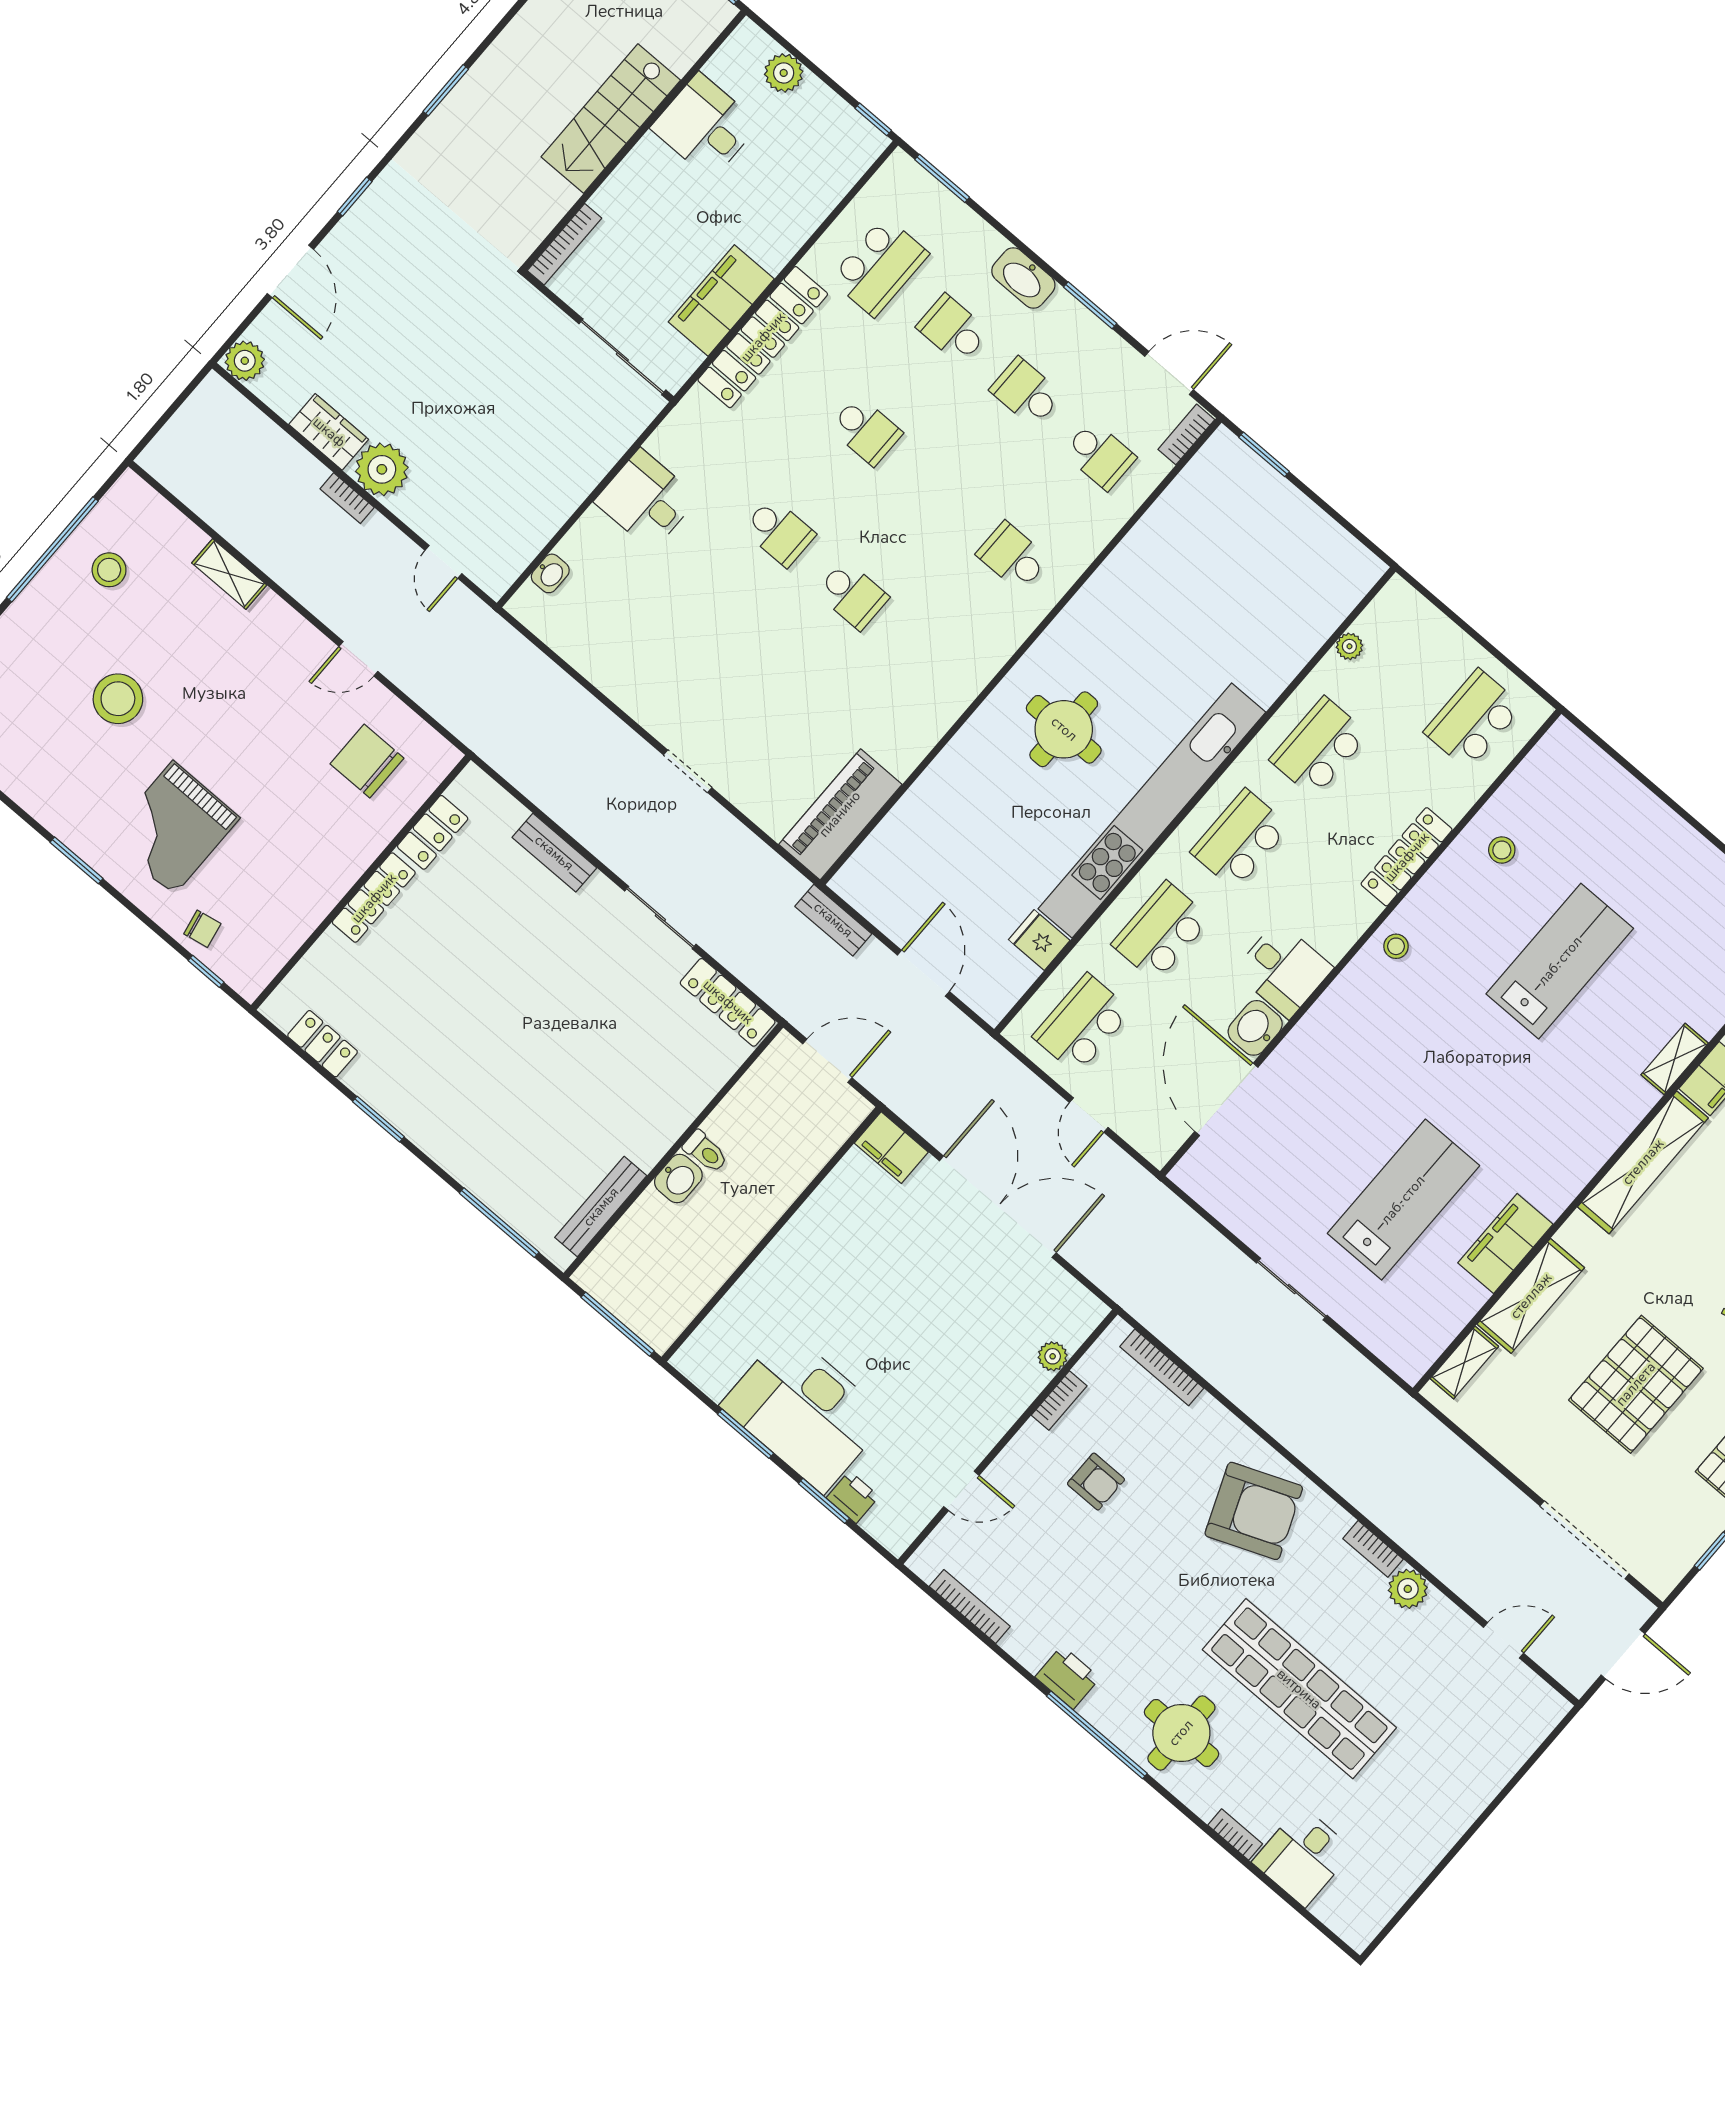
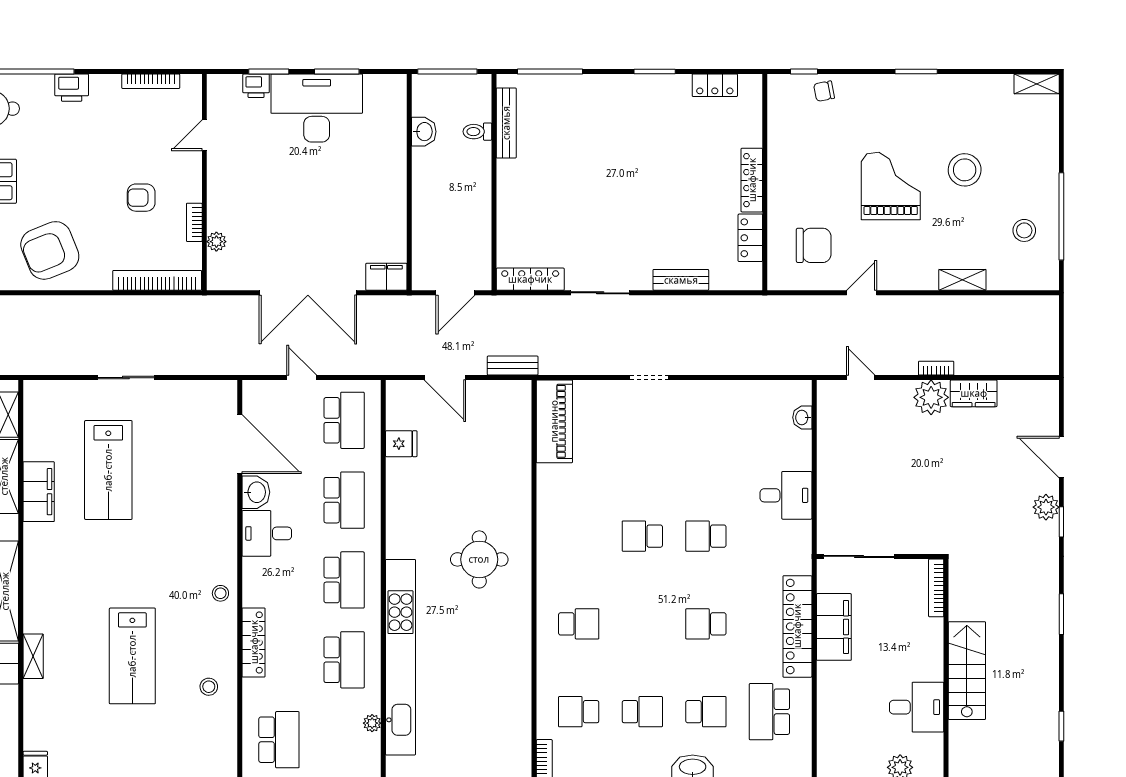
plant: (245, 361) -> (1046, 507), moved
kitchen unit: (1152, 811) -> (400, 657), moved
grand piano: (173, 828) -> (891, 186), moved
toilet: (705, 1152) -> (477, 132), moved
washbasin: (678, 1179) -> (424, 132), moved, turned 180
bookcase: (1162, 1367) -> (157, 280), width x1.48, depth x1.31

